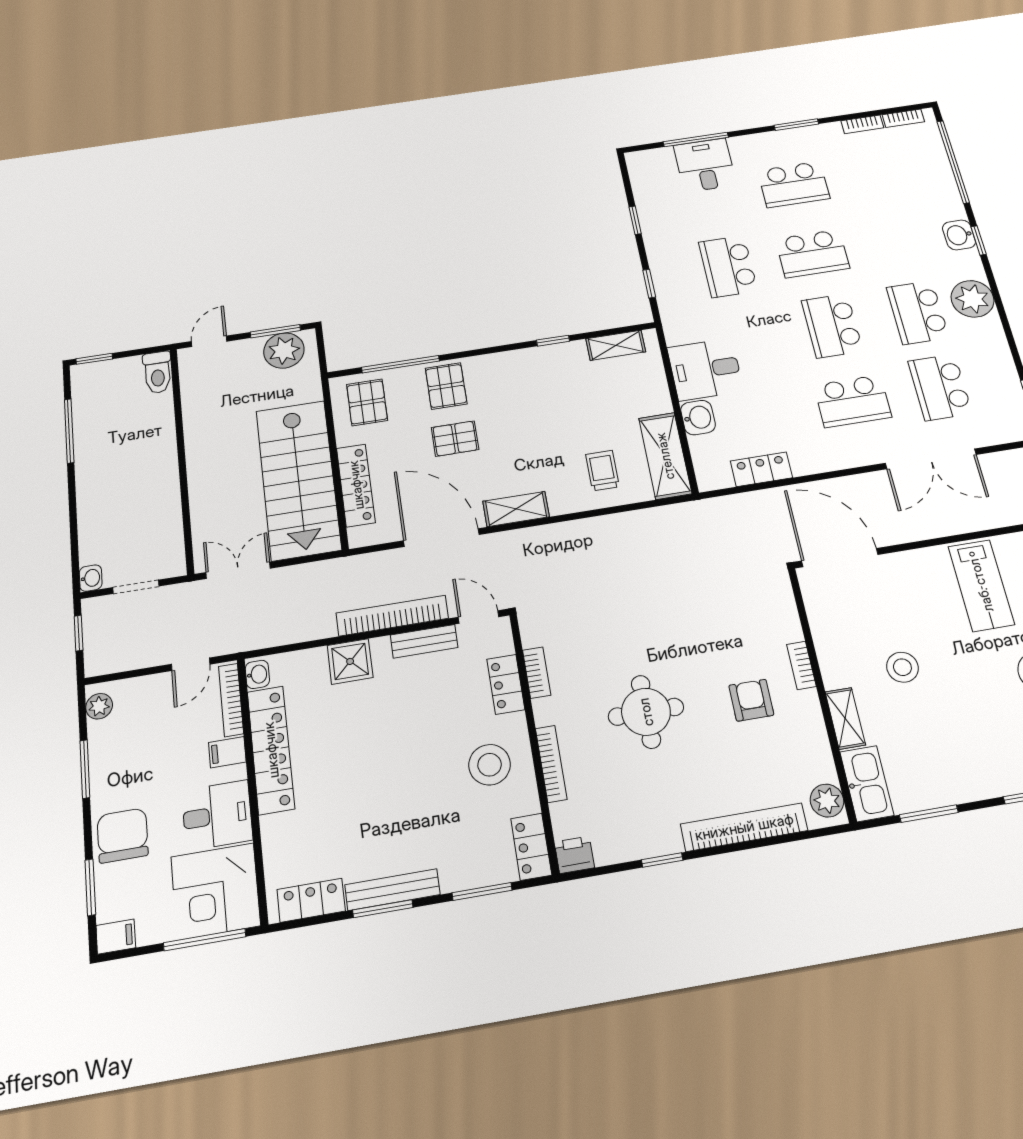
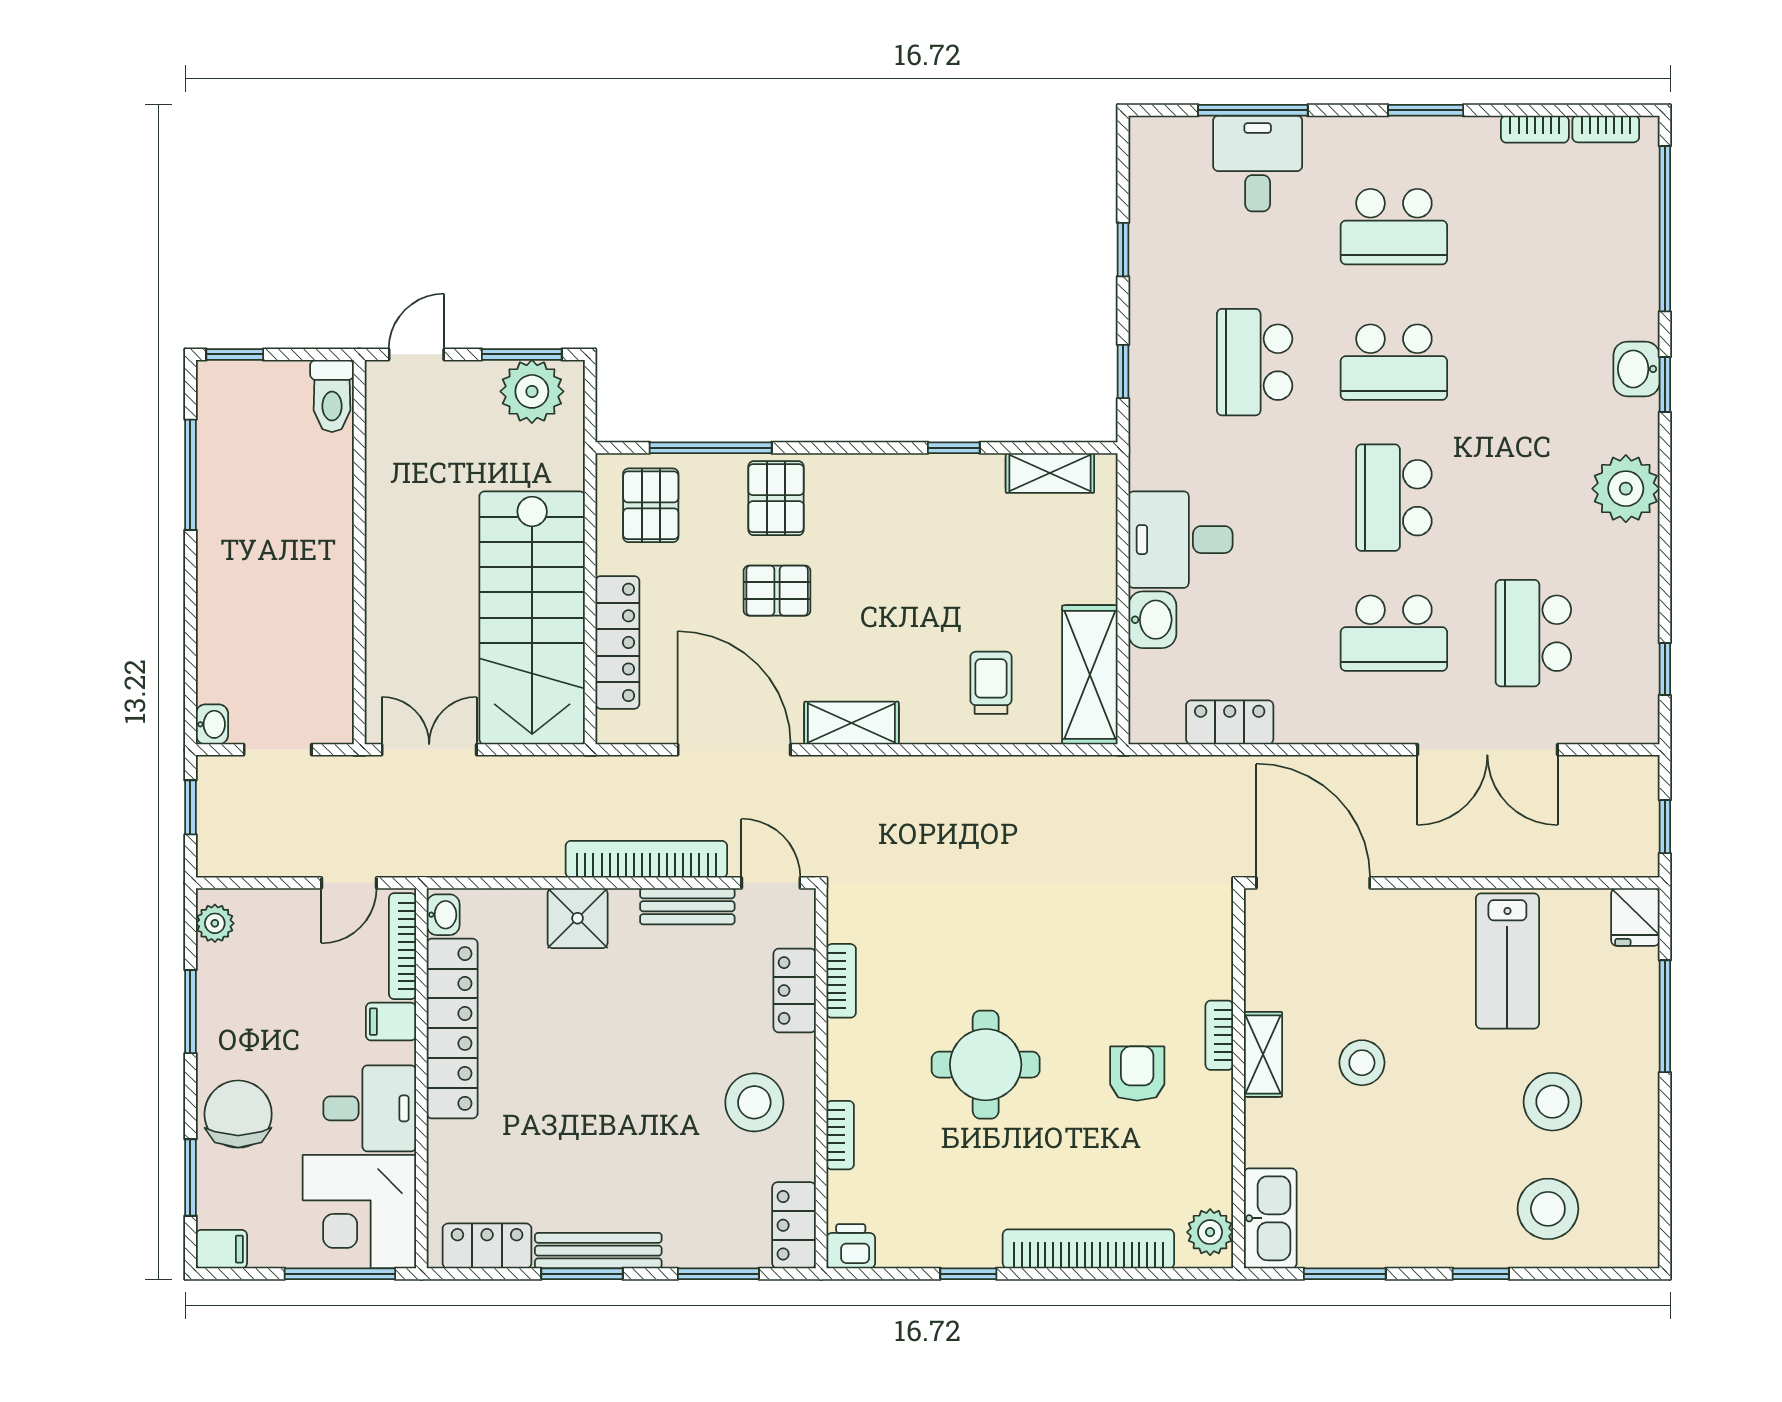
school desk: (918, 312) -> (1533, 498), removed
shelving: (845, 718) -> (1263, 1054), moved
bookcase: (551, 764) -> (840, 1135), width x0.64

